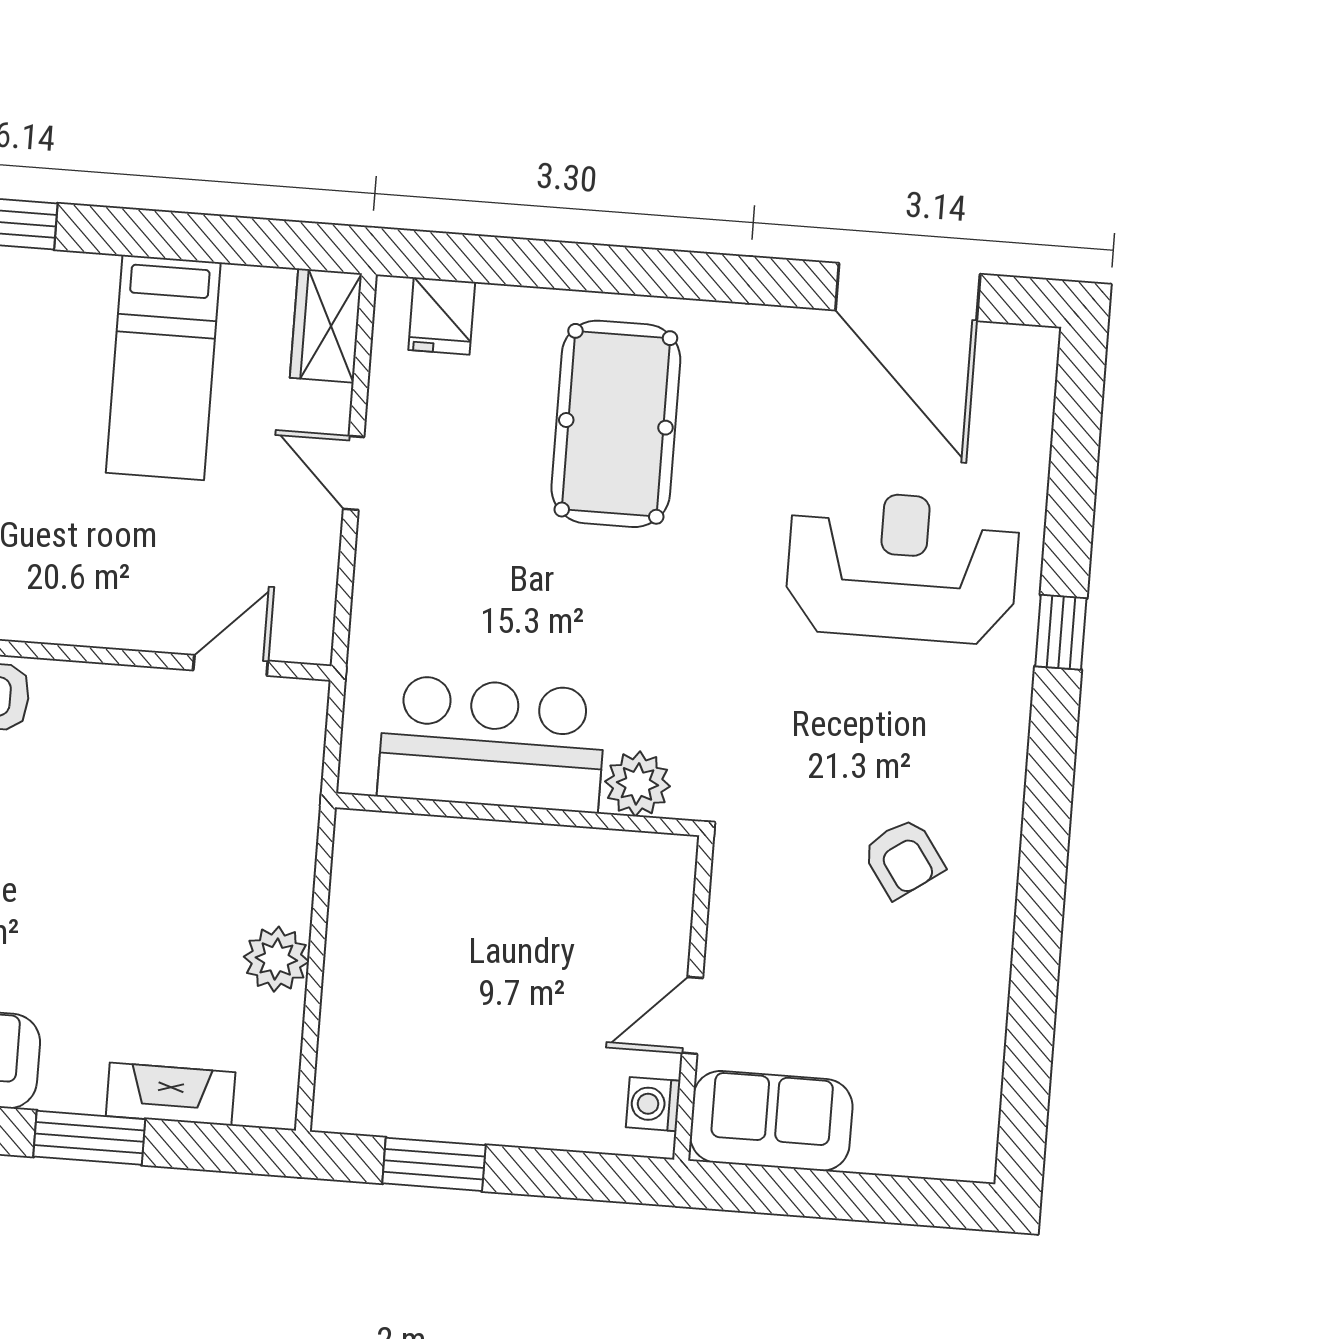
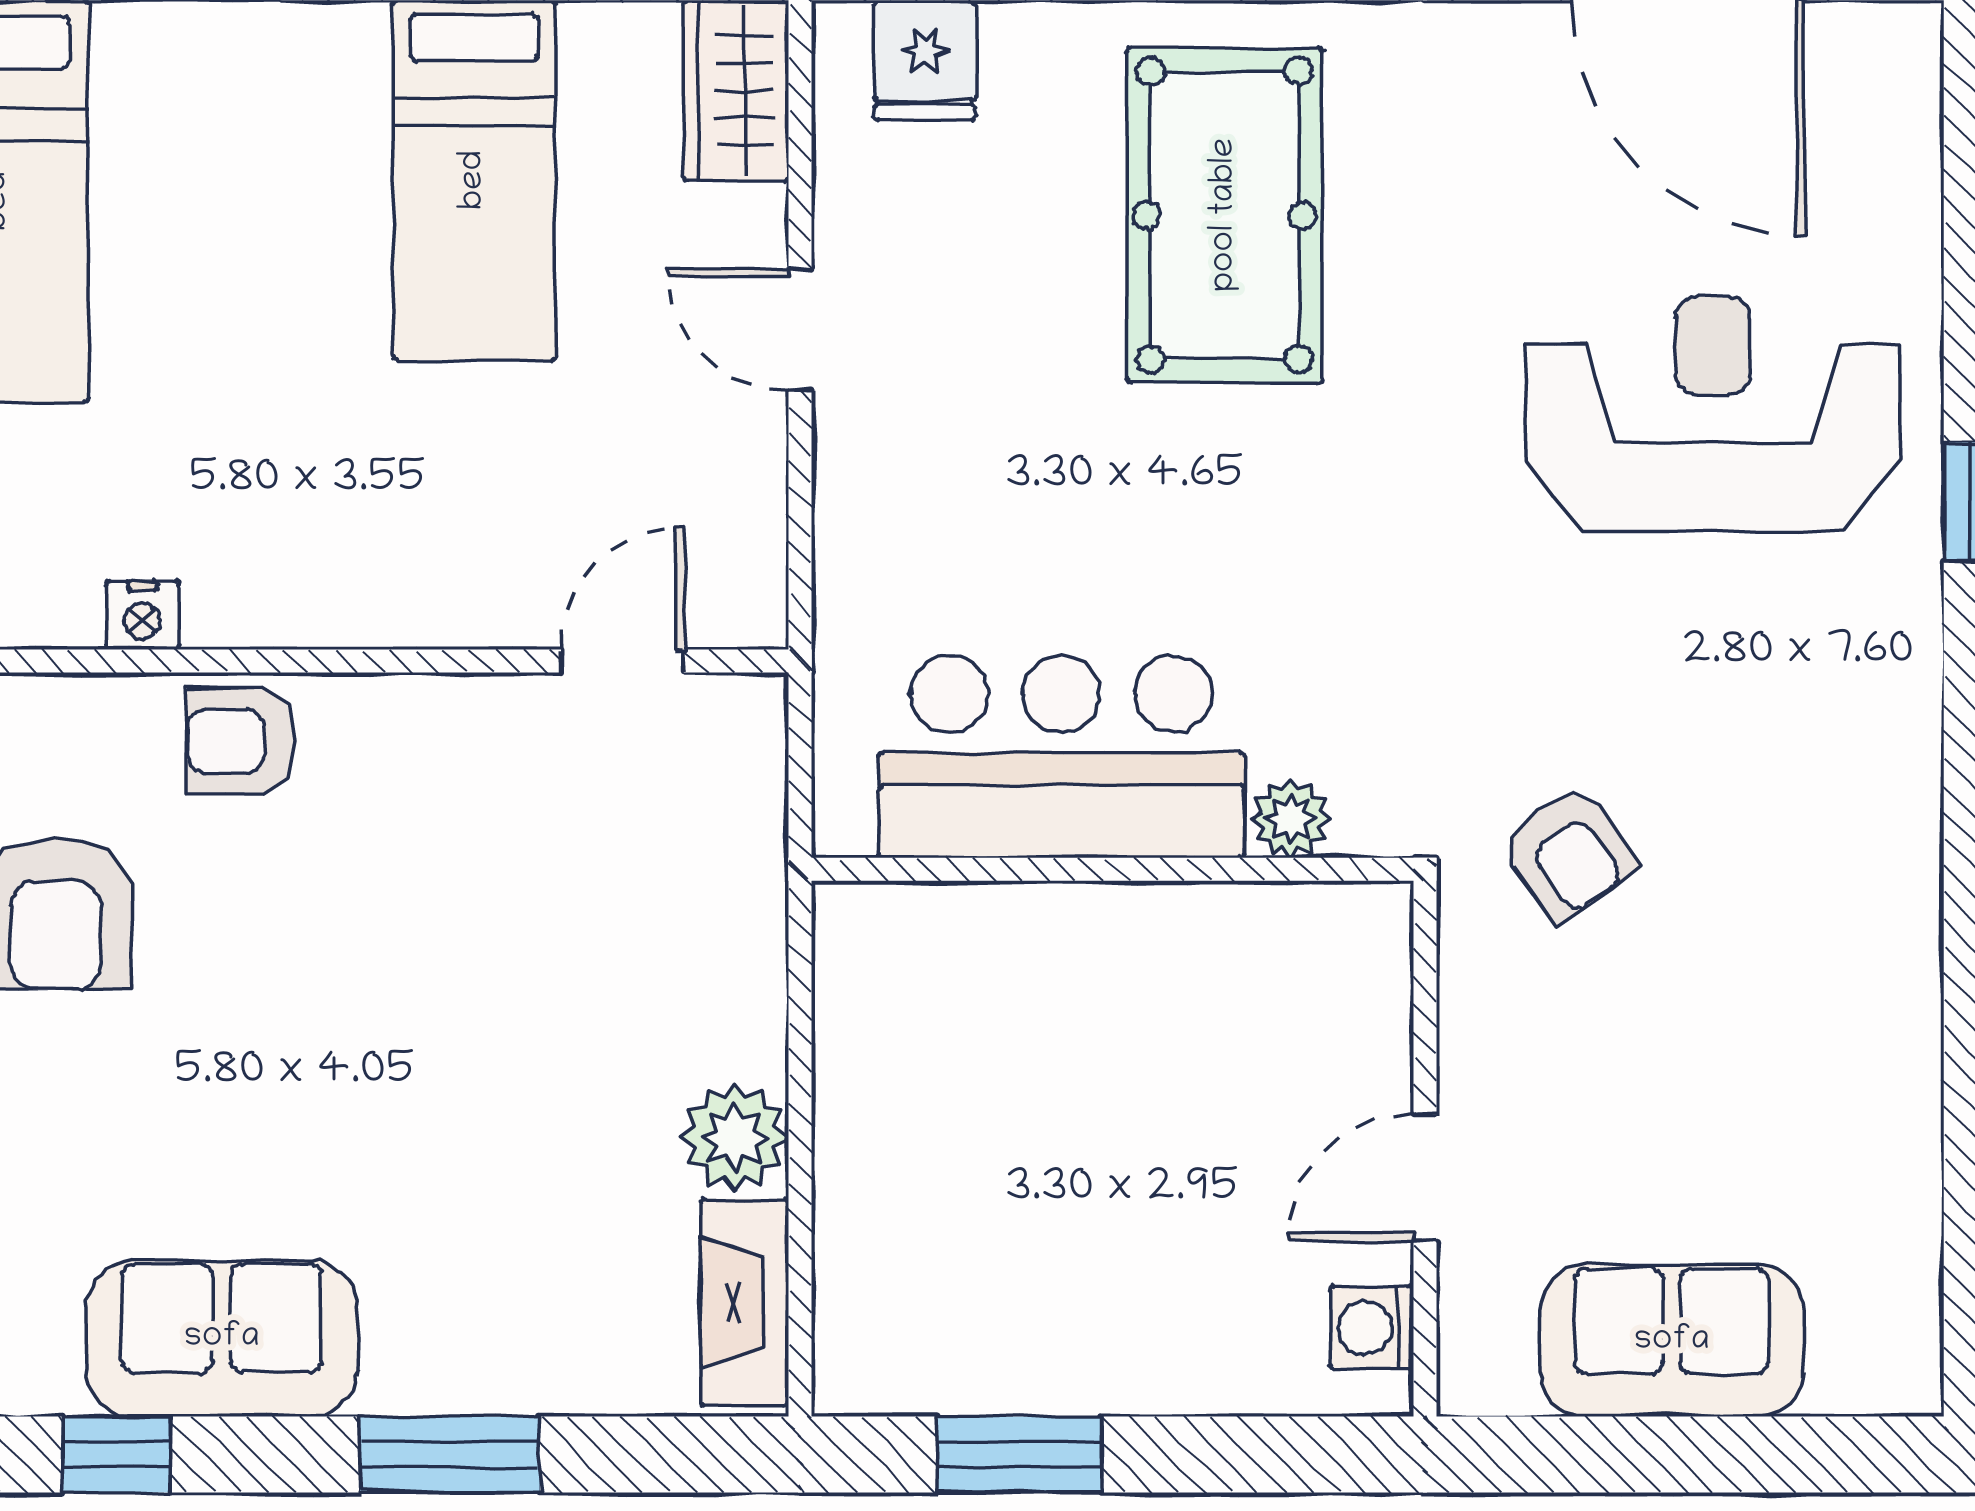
plant: (638, 784) -> (1291, 819), width x0.73, depth x0.73
armchair: (903, 858) -> (1569, 853), moved
fireplace: (171, 1094) -> (744, 1302), moved, turned -90
sofa: (771, 1121) -> (1672, 1341), moved

